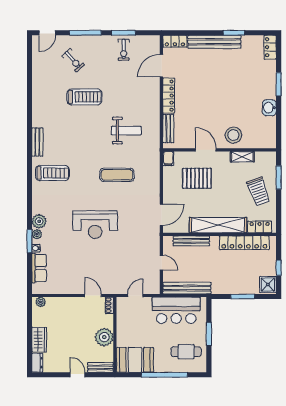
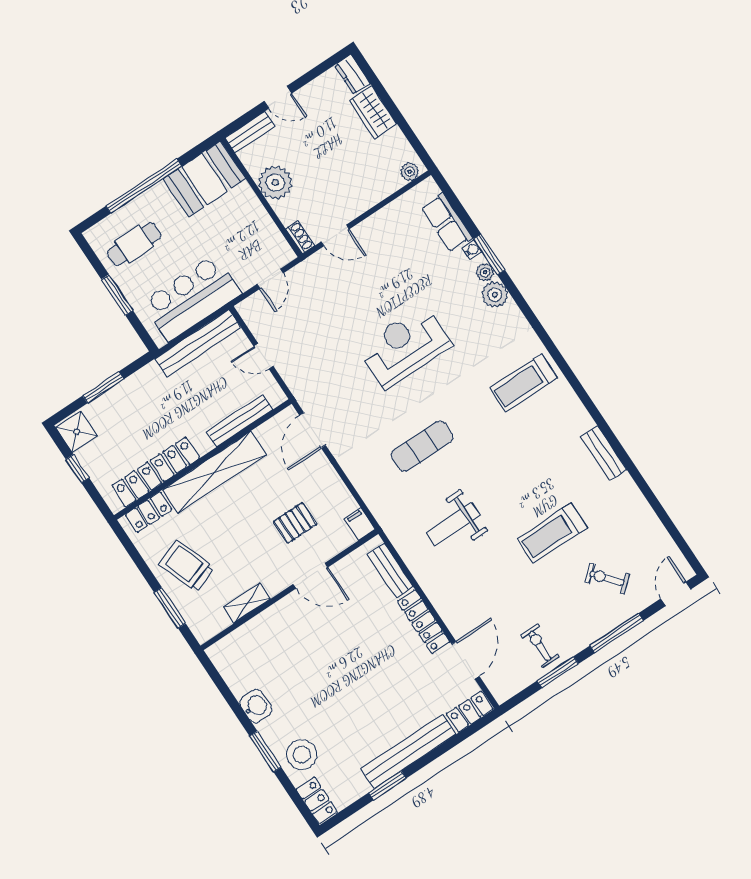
stool: (233, 135) -> (302, 755), moved
bench: (37, 142) -> (604, 453), moved
pallet: (197, 178) -> (295, 523), width x0.67, depth x0.71

